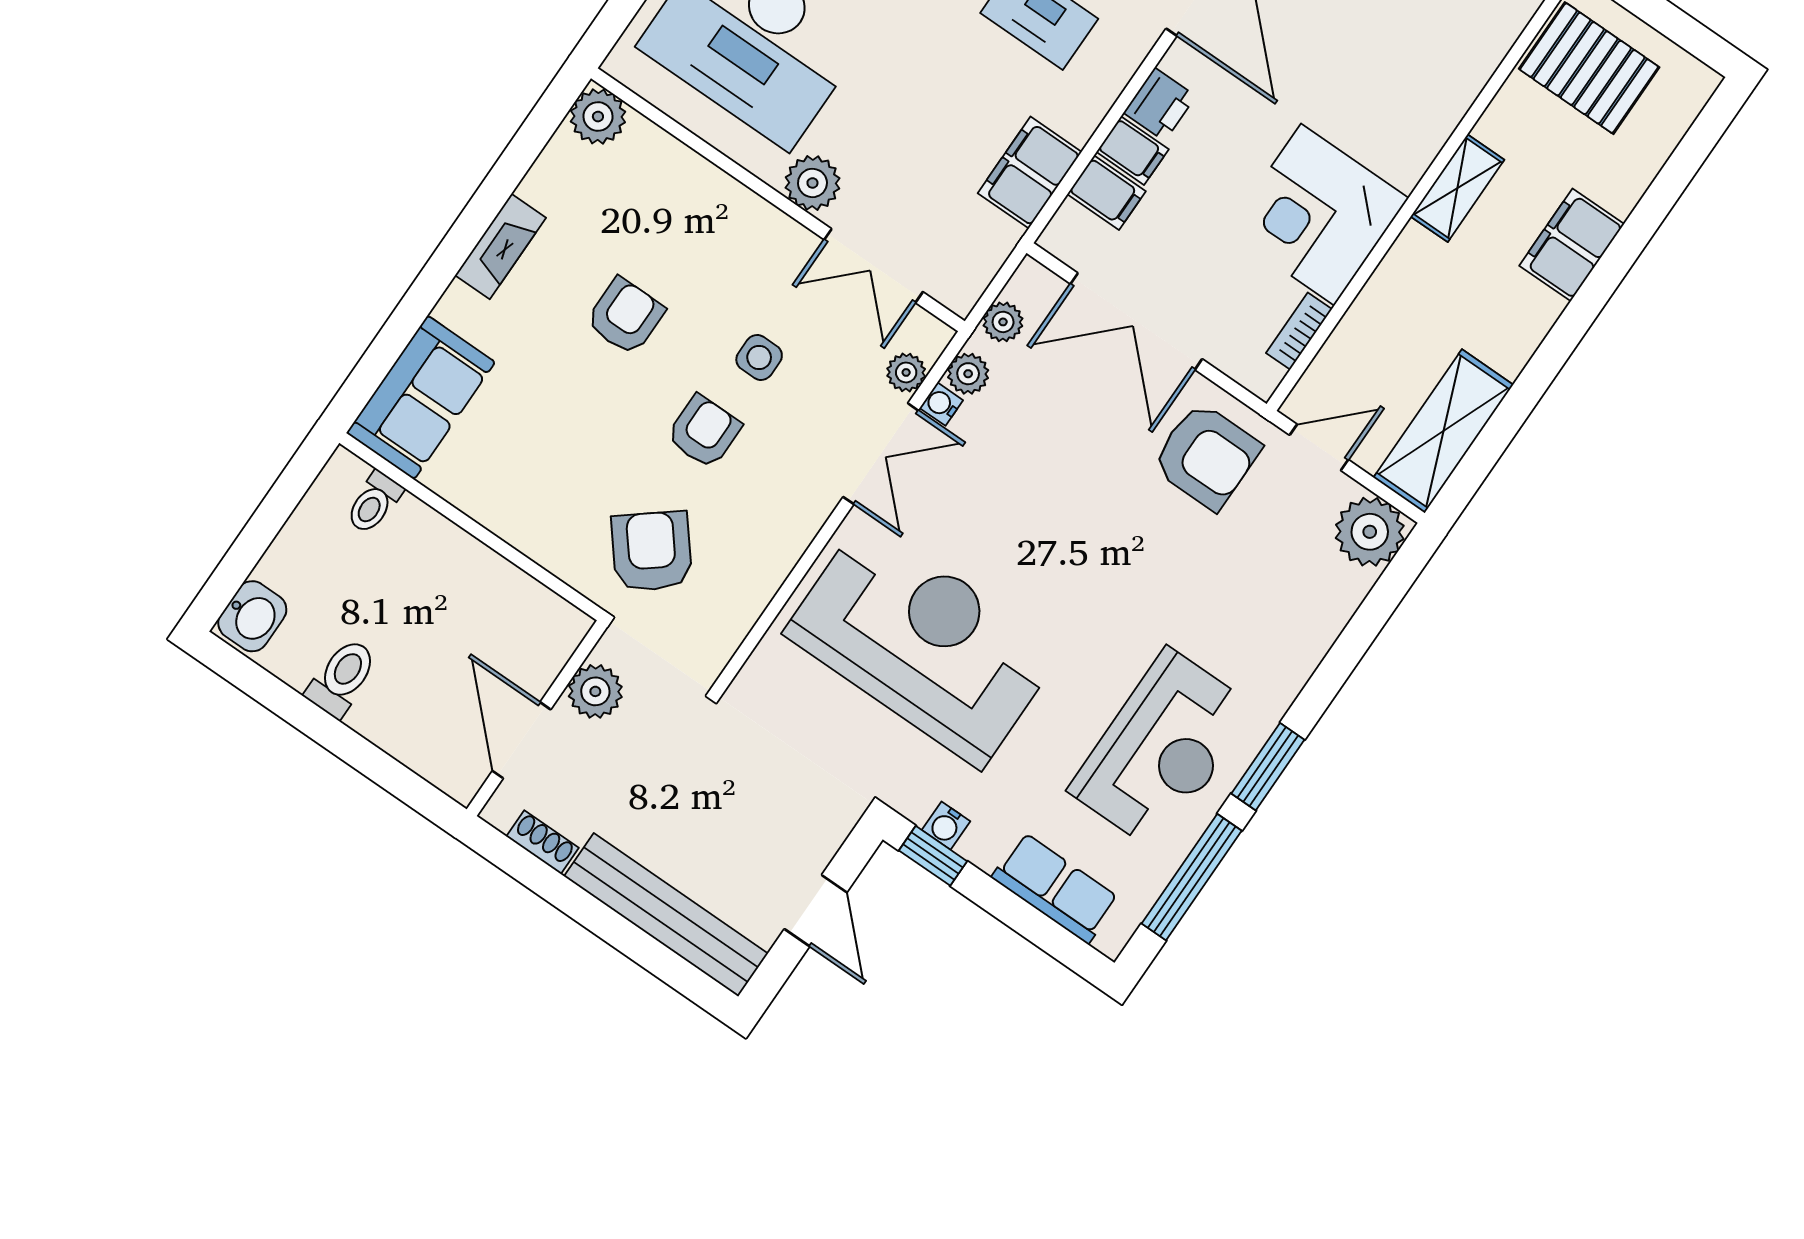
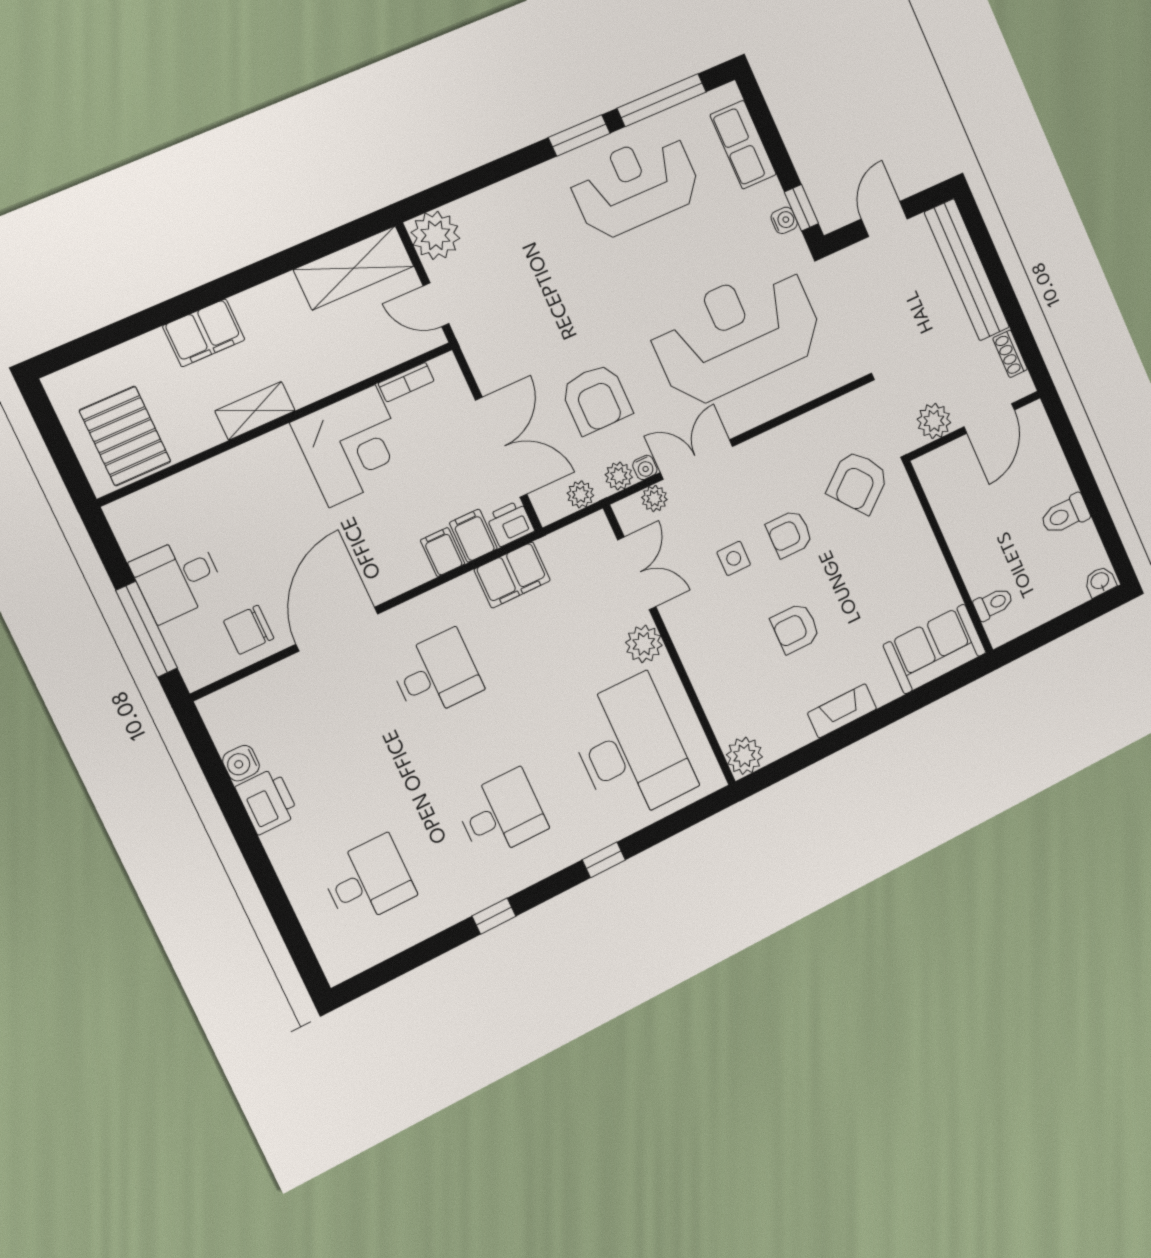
printer: (1160, 104) -> (510, 523), moved
armchair: (1206, 456) -> (596, 399), moved, turned 180
washbasin: (252, 616) -> (1100, 581), width x0.72, depth x0.69
reception desk: (923, 643) -> (736, 334), turned 90

